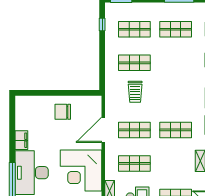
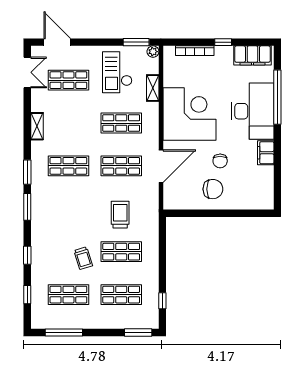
trolley: (164, 58) -> (83, 258), added
chair: (57, 134) -> (220, 161), added

